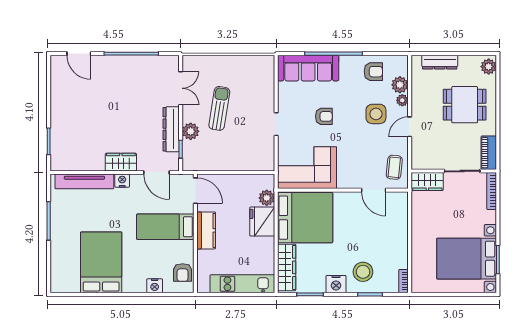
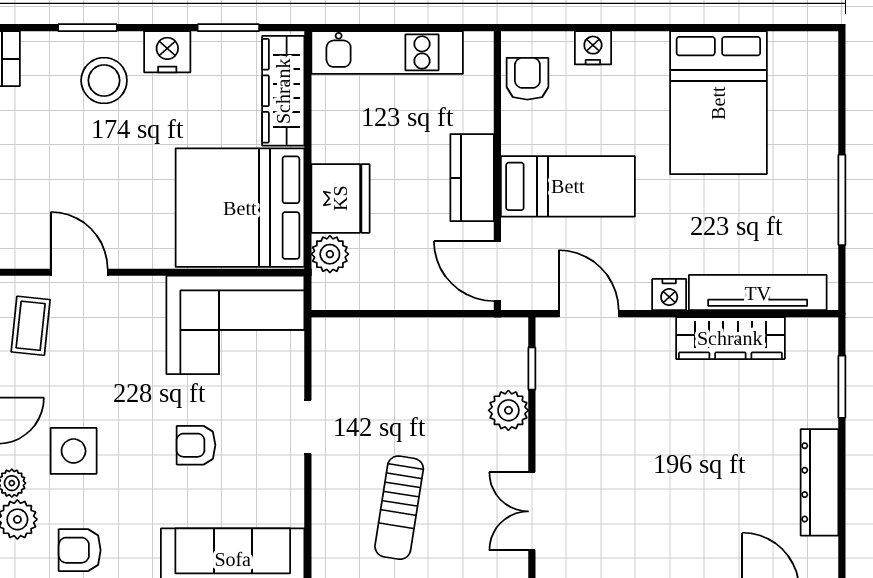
sun lounger: (219, 108) -> (399, 508), moved
dresser: (171, 129) -> (820, 482), moved, turned 180
wardrobe: (121, 162) -> (730, 338), moved, width x1.50

